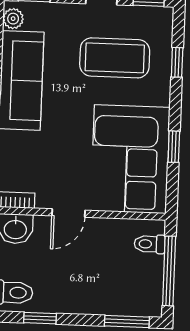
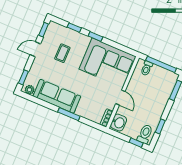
coffee table: (115, 58) -> (62, 53), width x0.54, depth x0.58
window: (174, 147) -> (95, 37), moved

